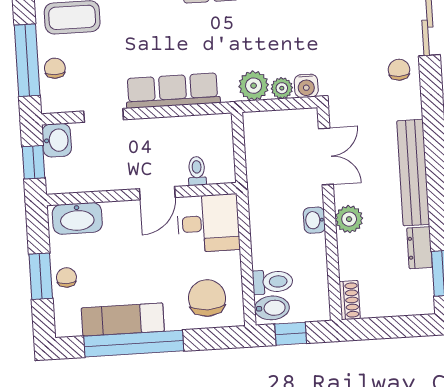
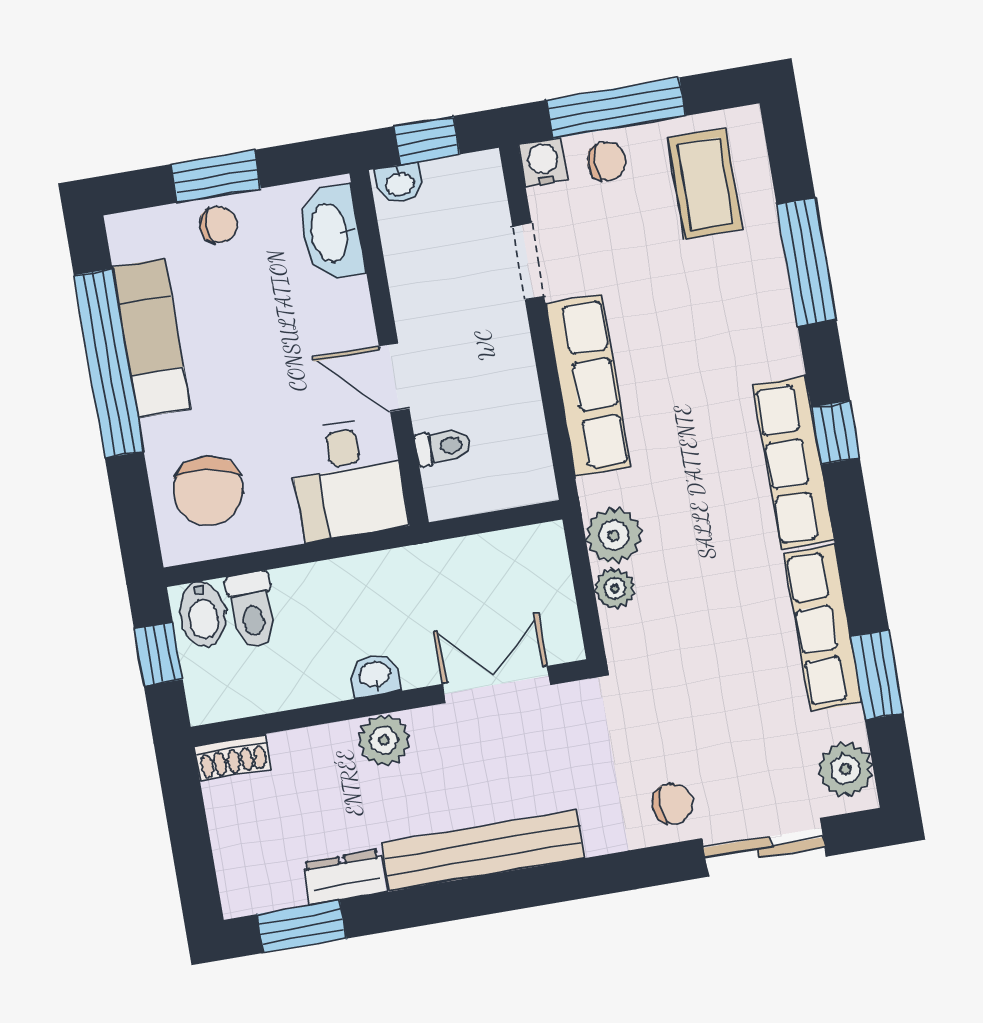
water cooler: (306, 86) -> (543, 162), moved, turned 90
washbasin: (57, 140) -> (400, 183), moved, width x0.72, depth x0.69
double door: (326, 156) -> (496, 685), swing flipped
chair: (207, 298) -> (208, 491), turned 97

